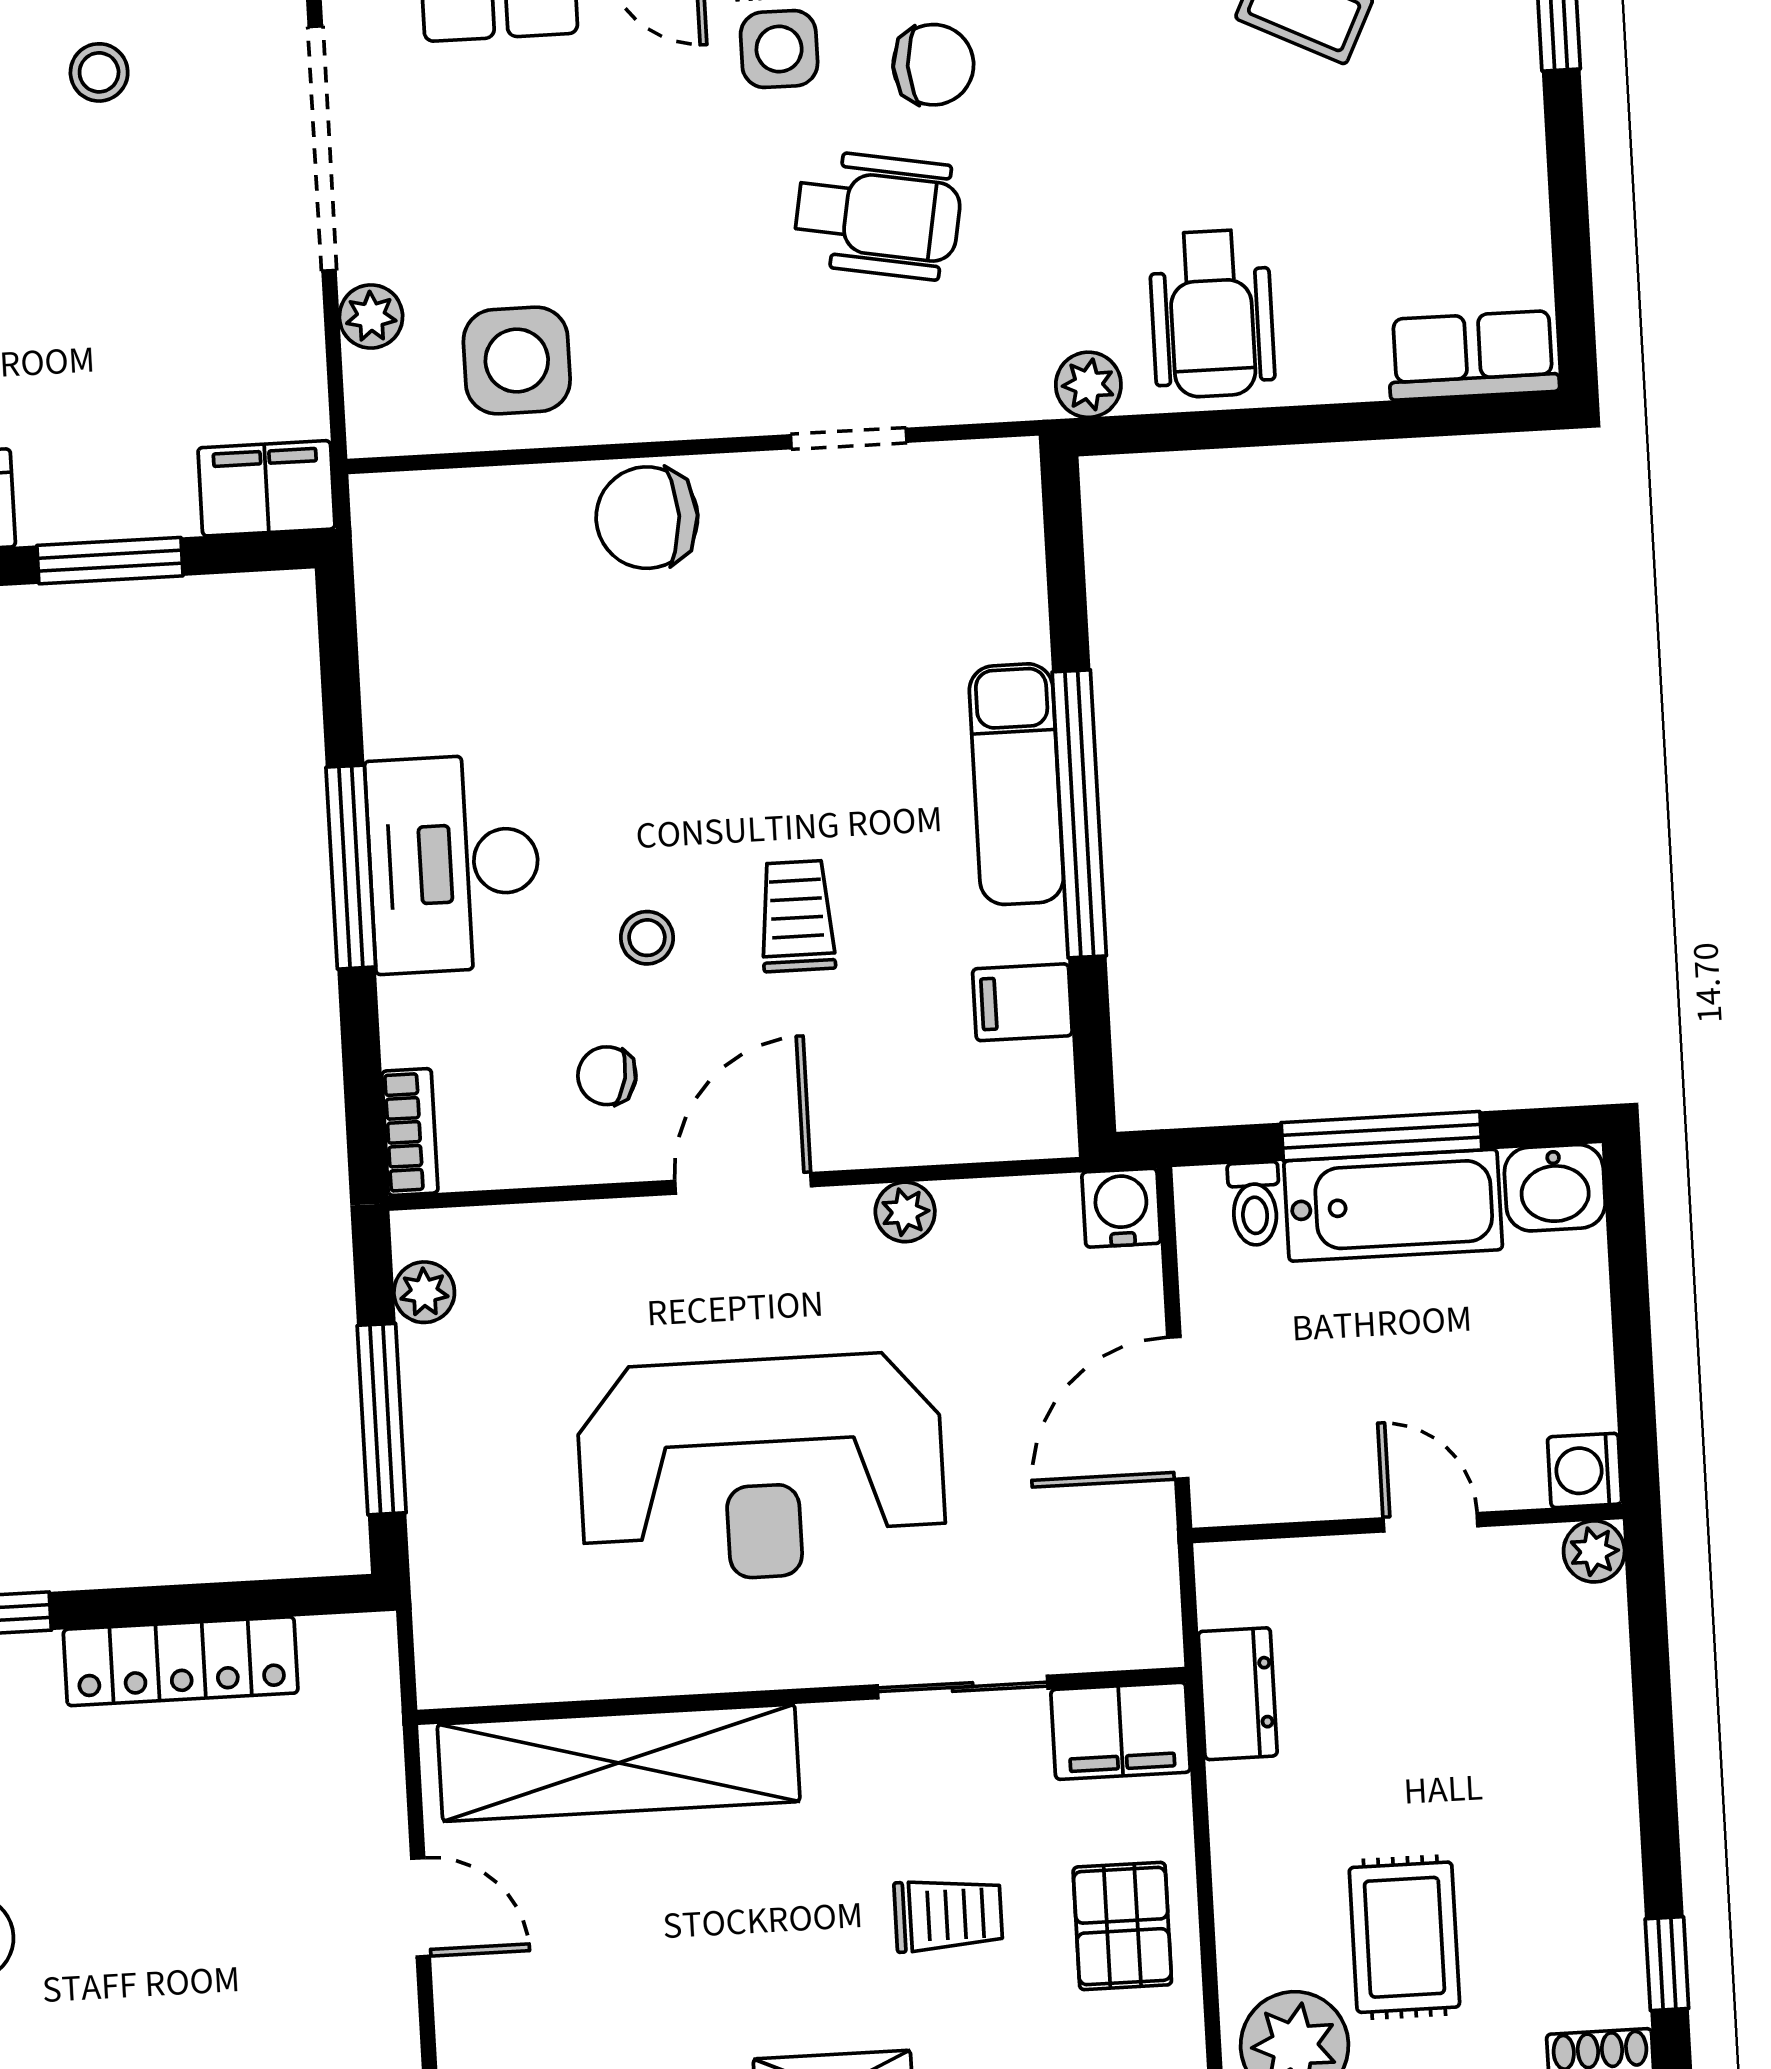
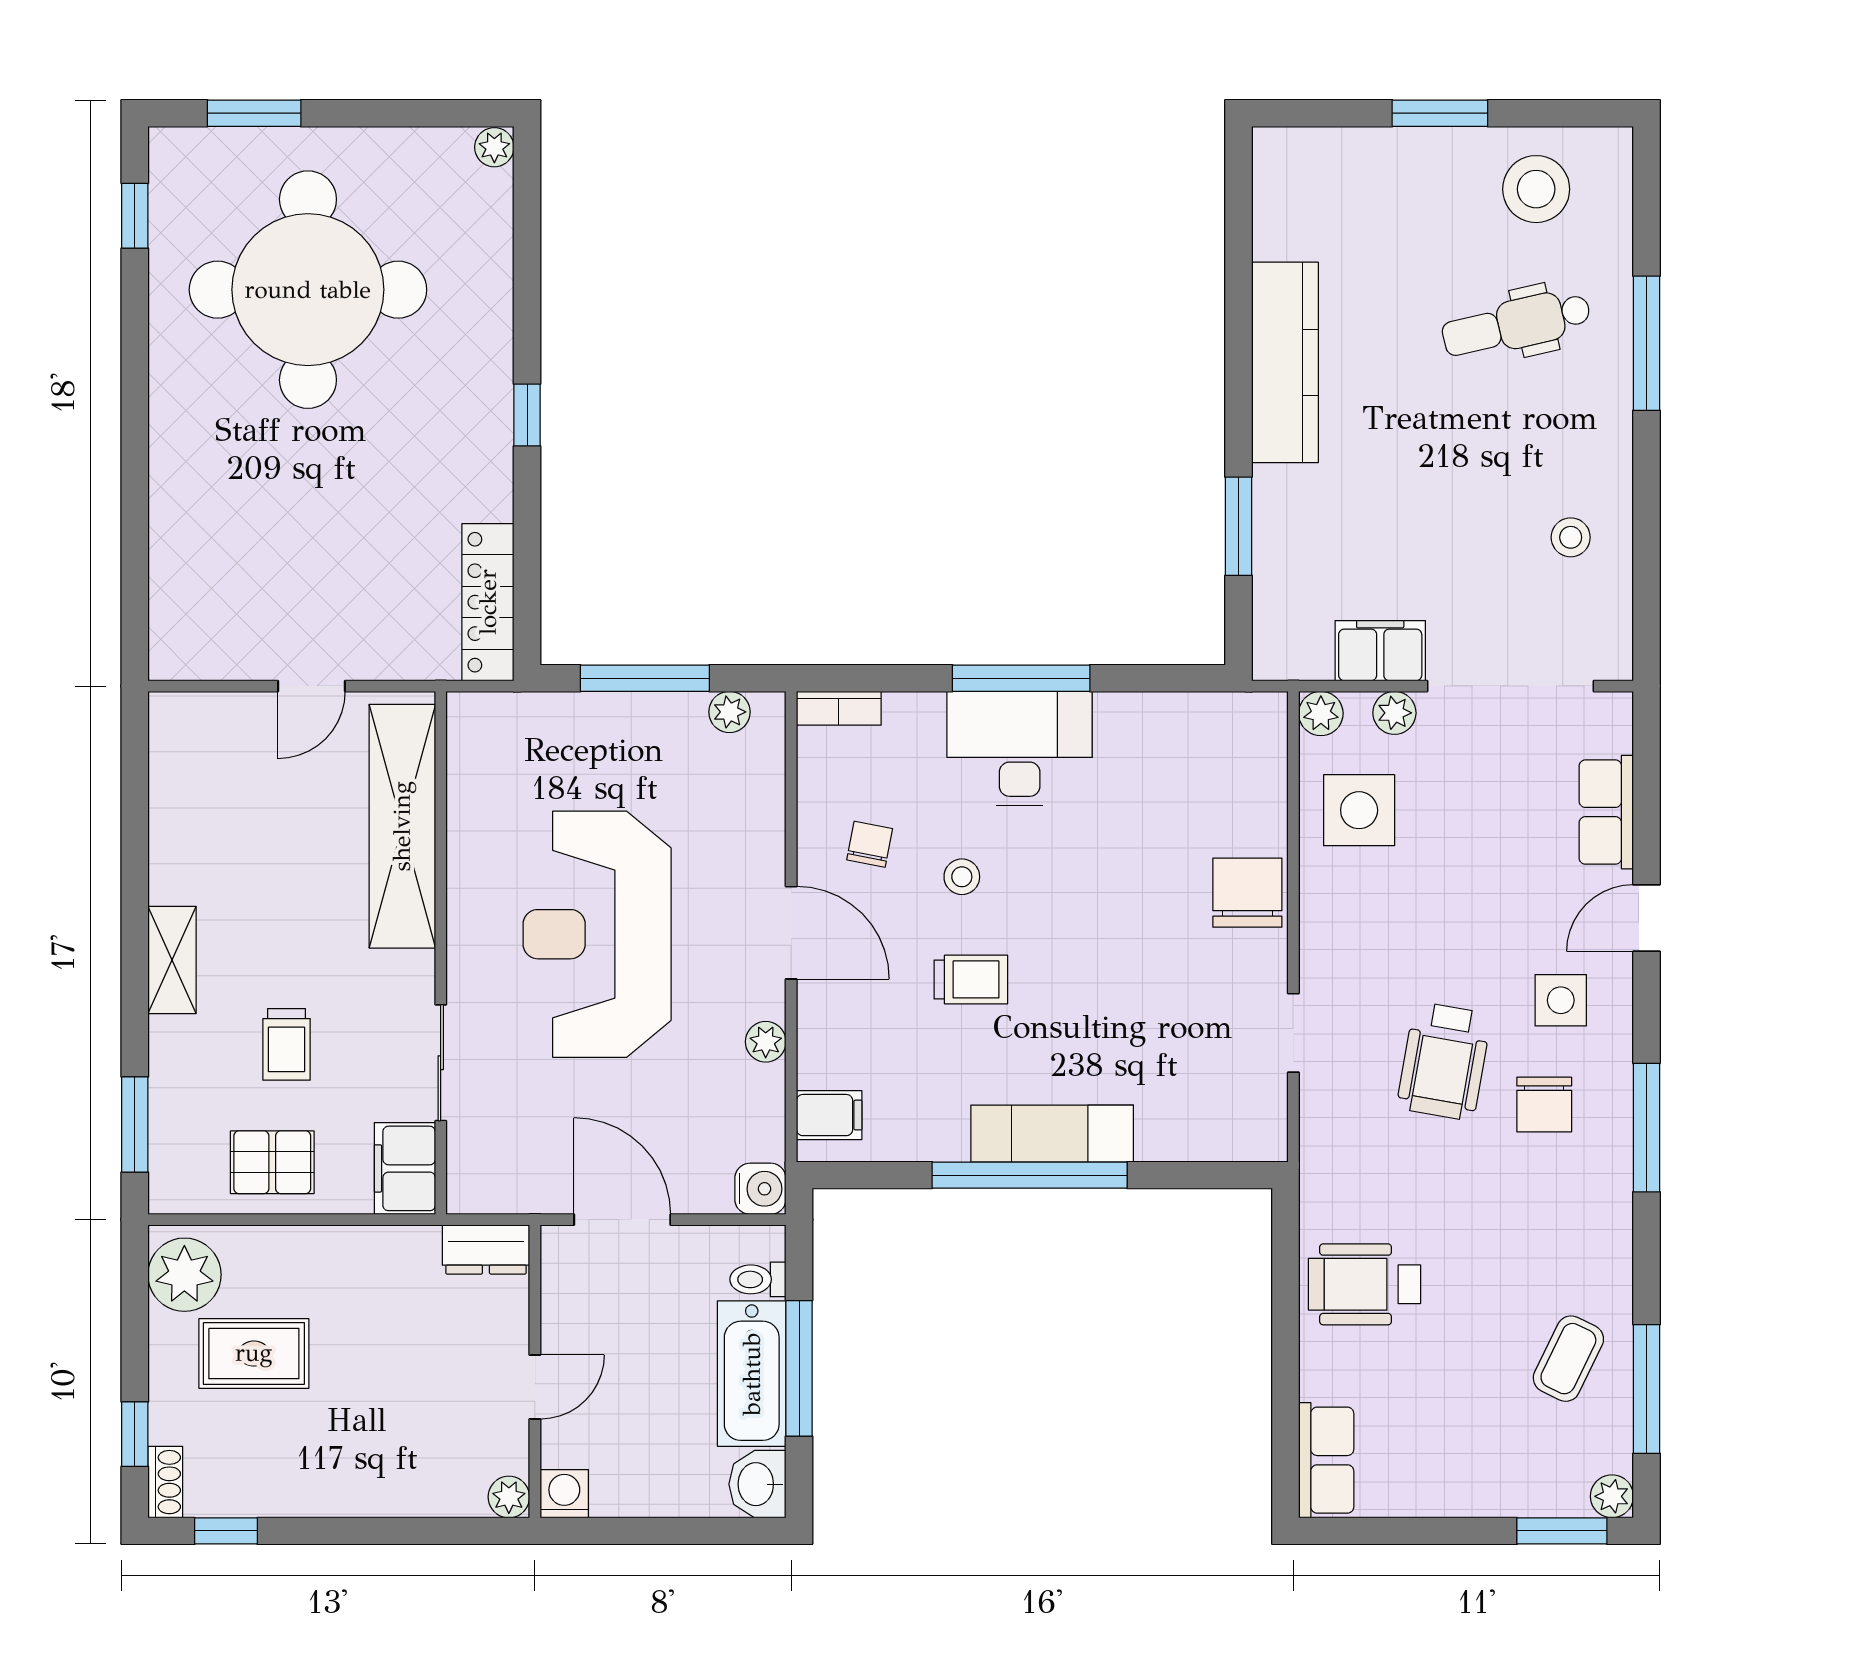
plant: (1088, 385) -> (1321, 713), moved
filing cabinet: (266, 488) -> (1380, 651), moved, turned -90
filing cabinet: (1022, 1002) -> (829, 1115), moved, turned 90
locker: (181, 1661) -> (488, 602), moved
dresser: (1238, 1694) -> (486, 1249), moved

